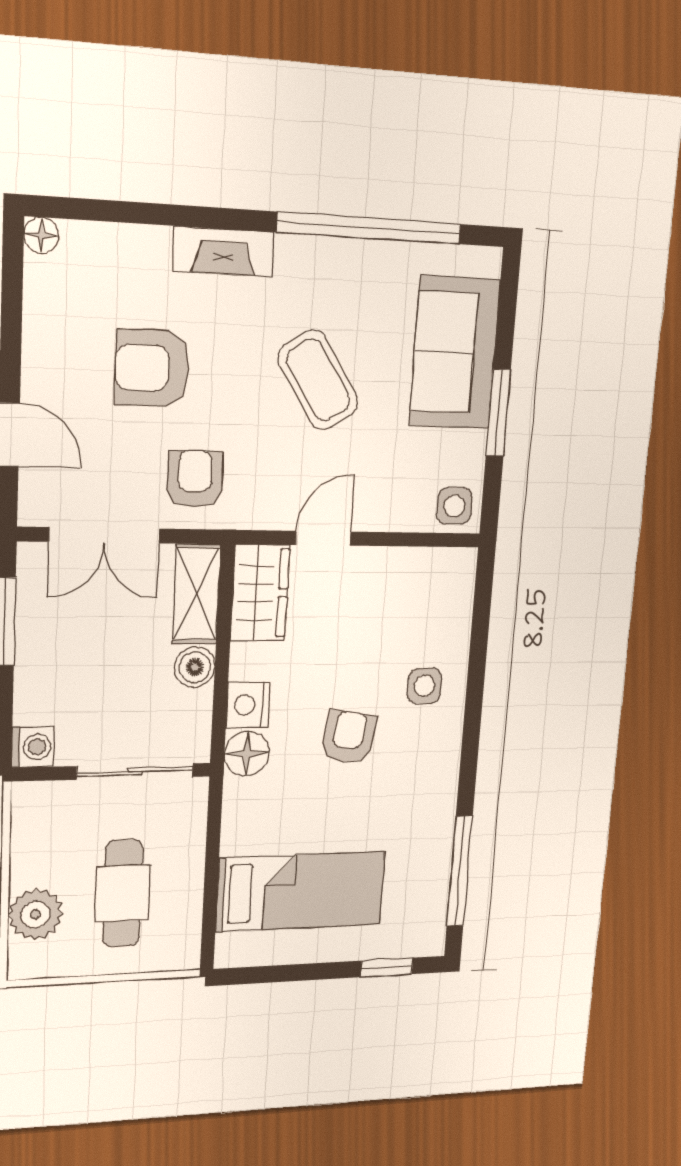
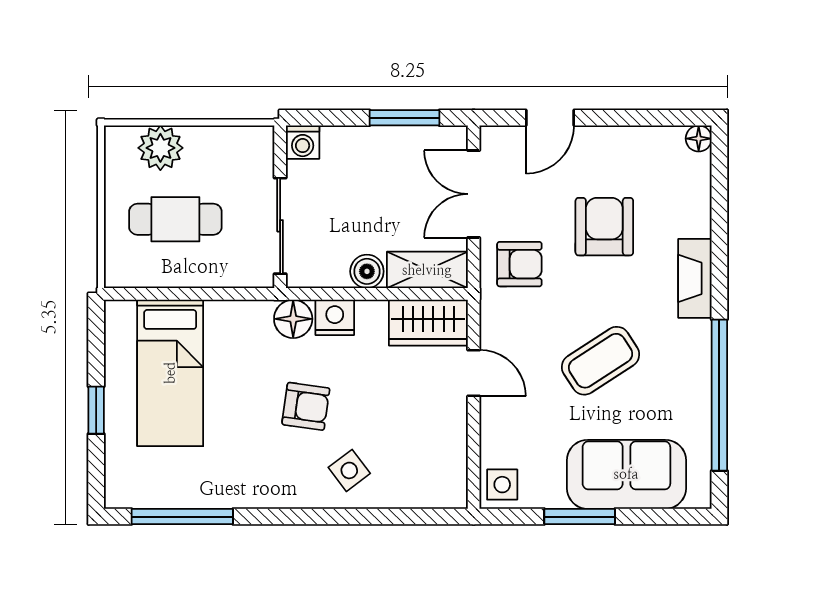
side table: (424, 686) -> (349, 470), turned -37
window: (387, 967) -> (96, 410), moved

